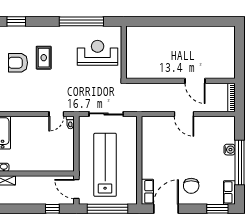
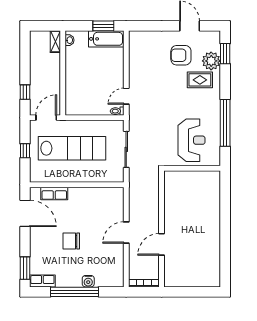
plant: (23, 34) -> (211, 61), added
rug: (44, 58) -> (200, 80), moved
armchair: (18, 63) -> (181, 55), turned -90
door: (56, 114) -> (126, 96), hinge flipped
chair: (191, 186) -> (71, 241), moved
row of seats: (147, 192) -> (54, 193), moved
window: (107, 209) -> (25, 151), width x0.32

